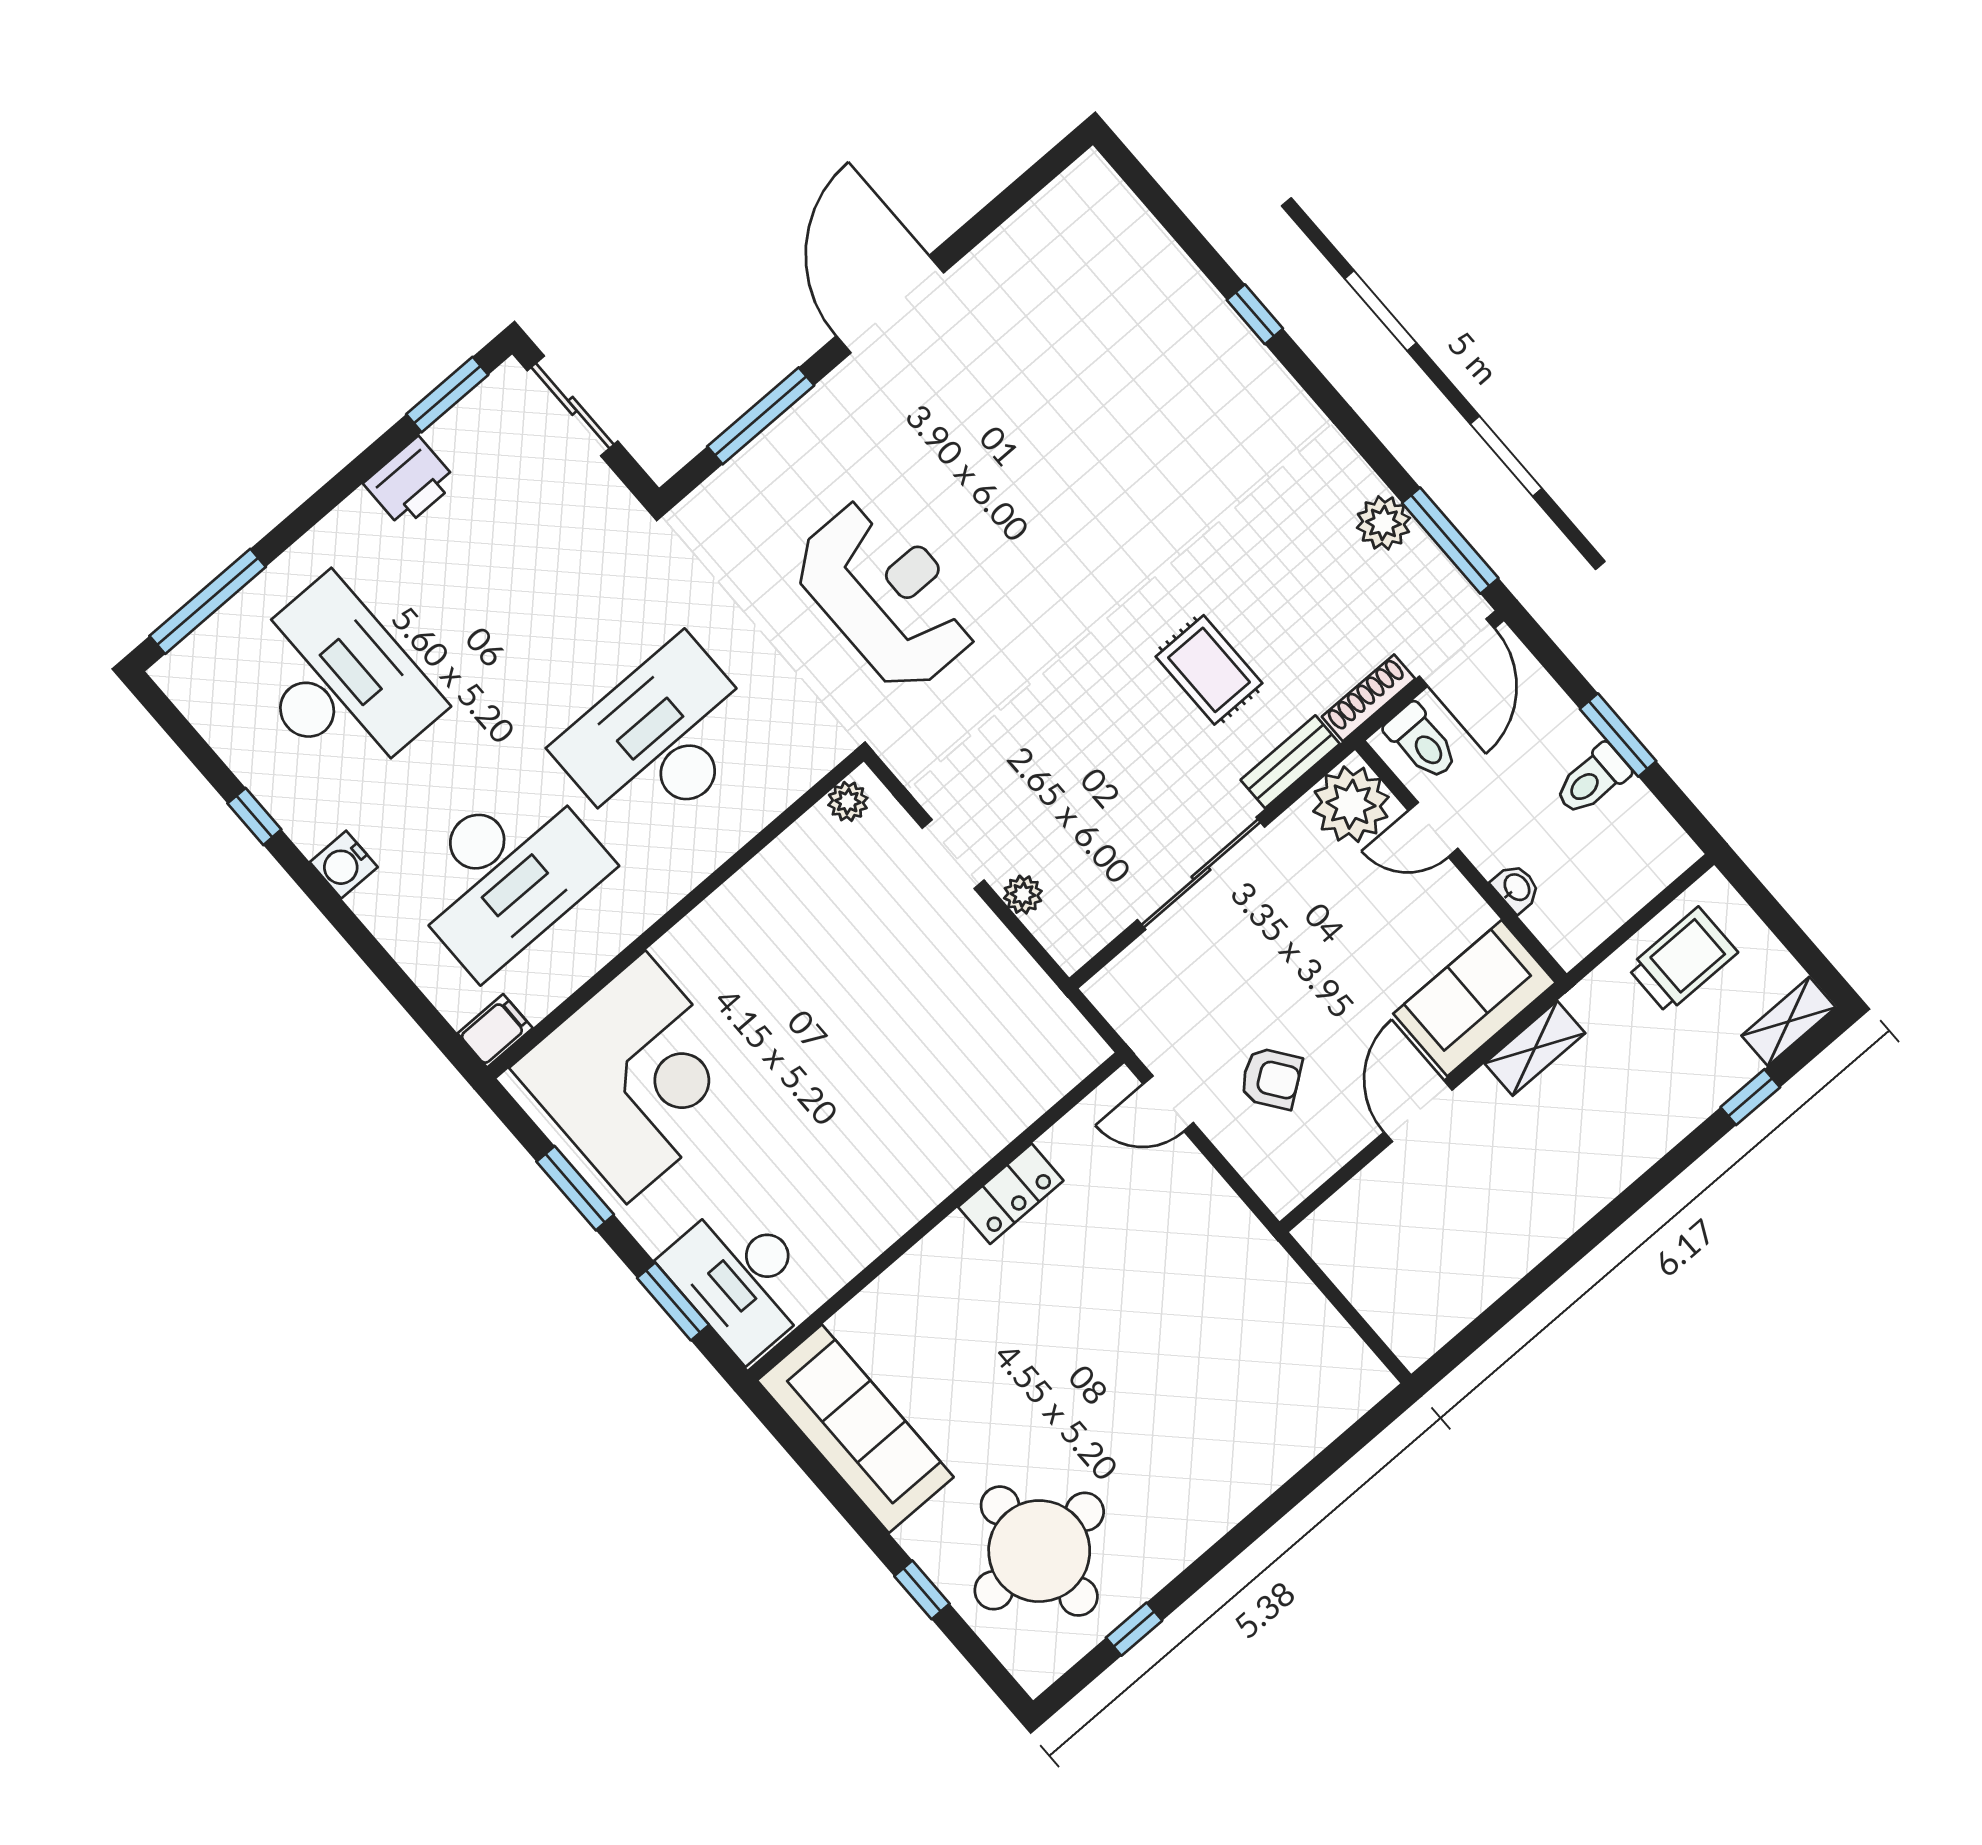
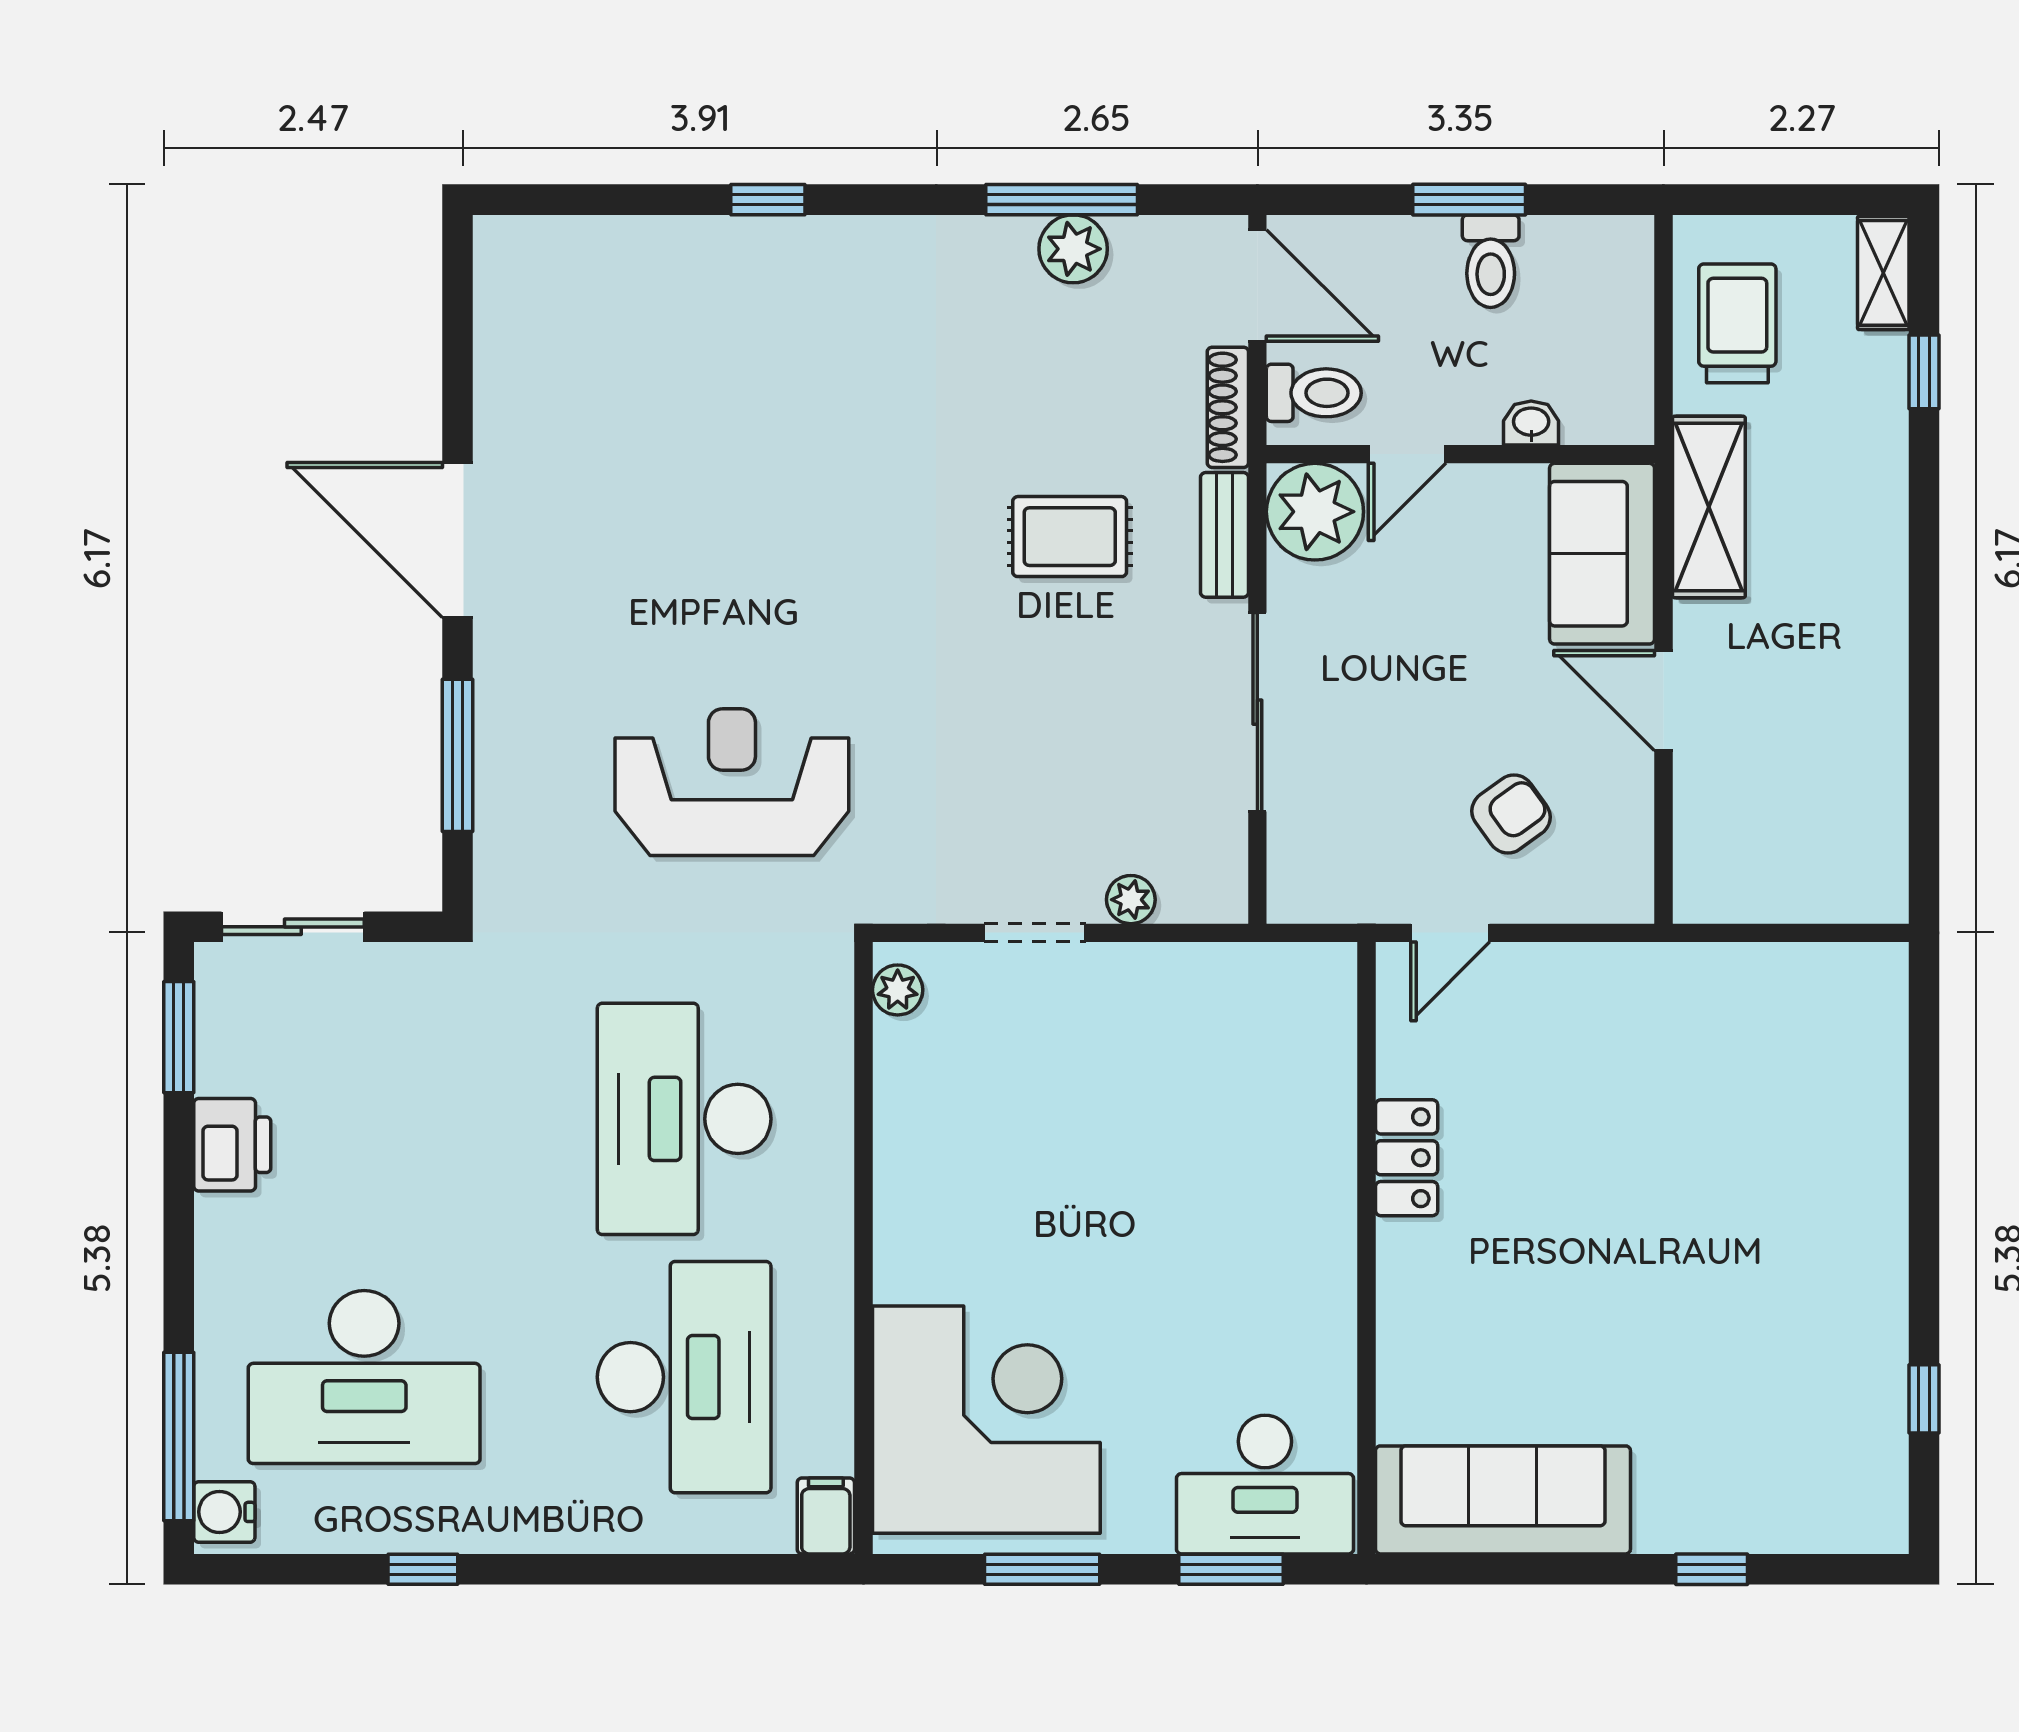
window: (1450, 541) -> (1062, 200), moved
desk: (339, 682) -> (364, 1377), turned 180
water cooler: (344, 865) -> (224, 1512), moved, turned 90
shelving: (1535, 1048) -> (1709, 507), width x1.50, depth x1.33
round table: (1039, 1551) -> (1771, 1425), removed

